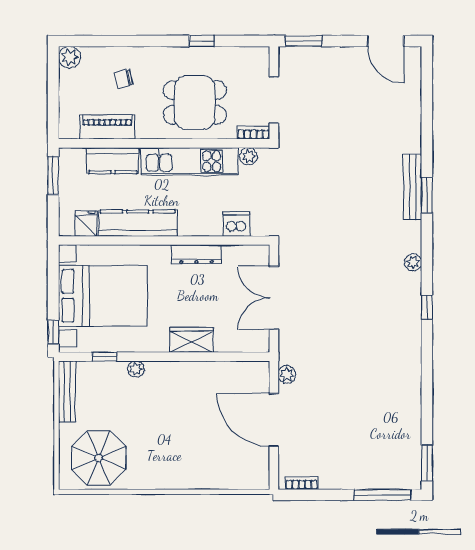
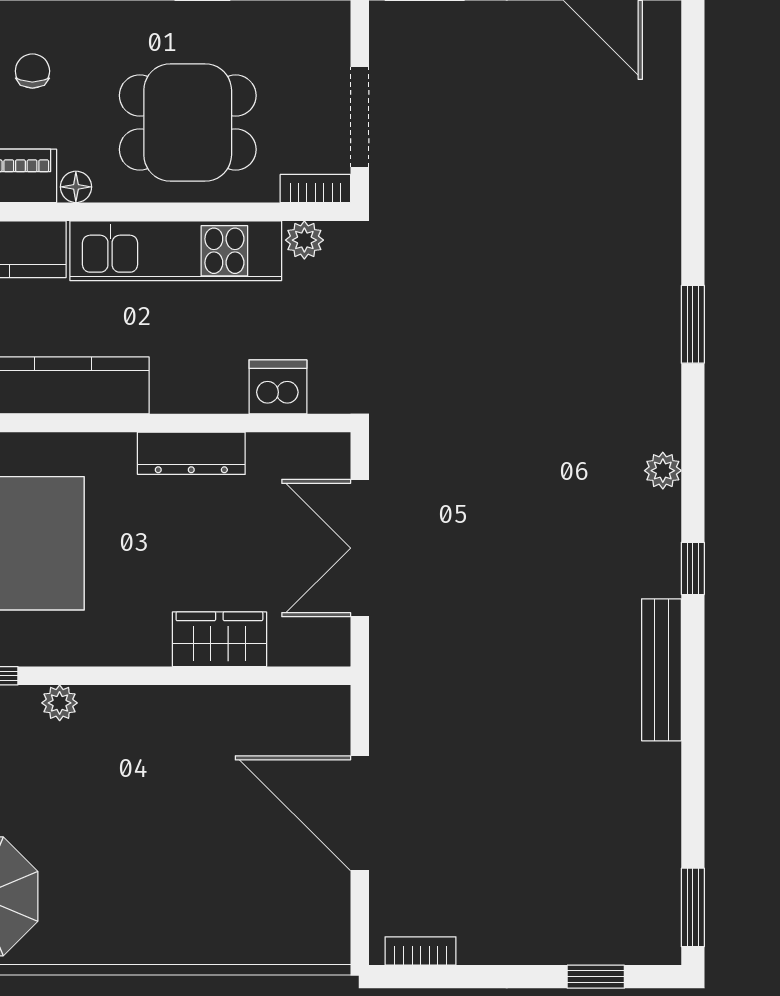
chair: (123, 79) -> (32, 71), turned 103
floor lamp: (143, 132) -> (76, 187), added
bench: (412, 187) -> (661, 670), moved
wardrobe: (191, 340) -> (219, 639), moved
plant: (287, 374) -> (388, 715), removed
window: (382, 495) -> (596, 977), width x0.46

